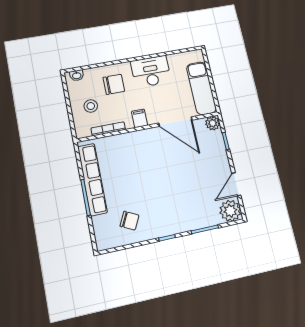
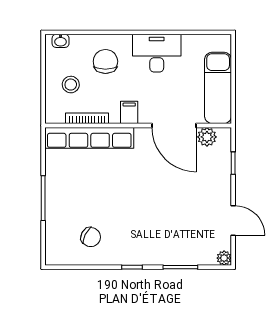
chair: (114, 84) -> (105, 61), turned -90
plant: (213, 123) -> (207, 137), moved
row of seats: (92, 179) -> (89, 138), moved, turned 90
door: (236, 184) -> (233, 221), swing flipped
plant: (230, 211) -> (224, 258), width x0.53, depth x0.53

